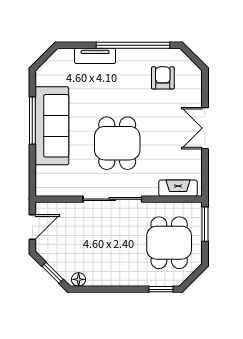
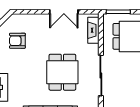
double door: (205, 128) -> (64, 12), moved
dining table: (117, 143) -> (62, 72), turned 90

